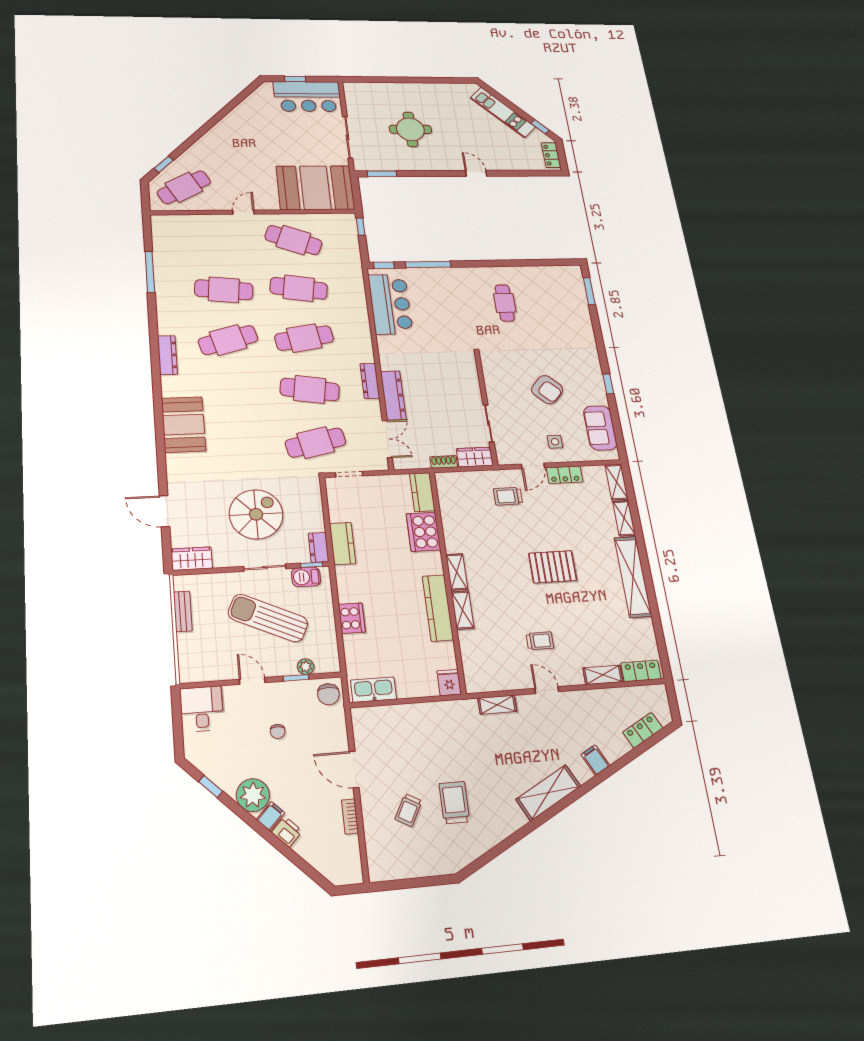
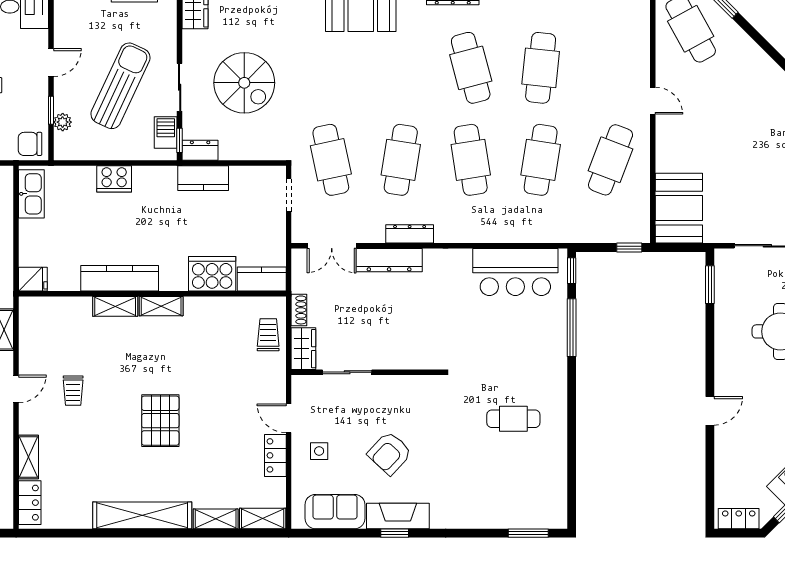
booth: (315, 188) -> (679, 208), width x0.73, depth x0.70
fireplace: (595, 382) -> (398, 516), added
trolley: (508, 496) -> (268, 335), moved

